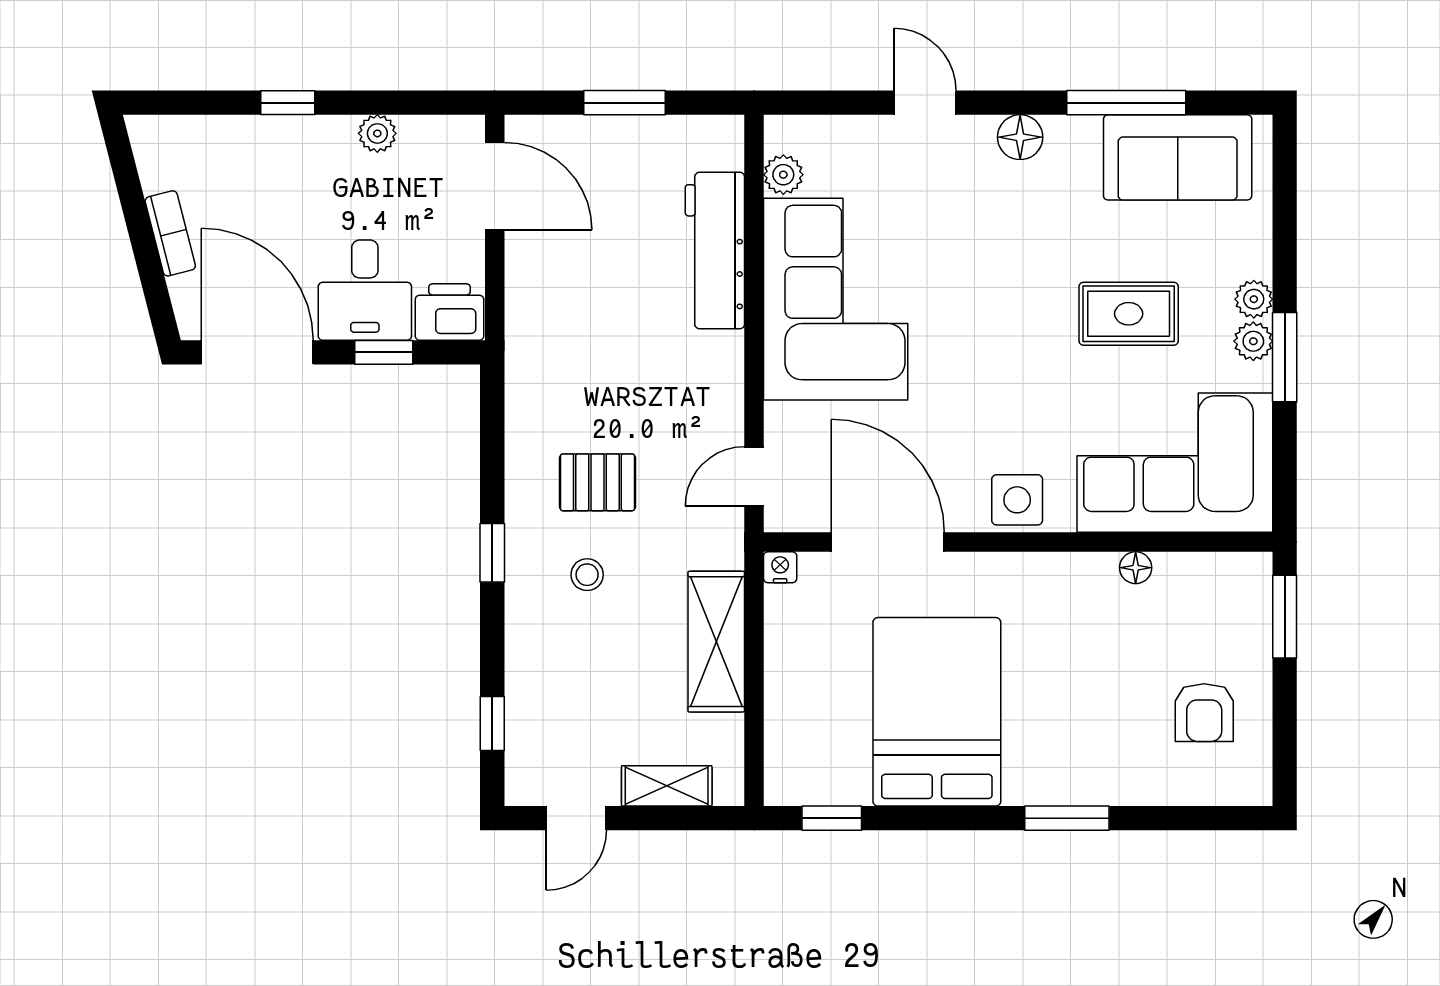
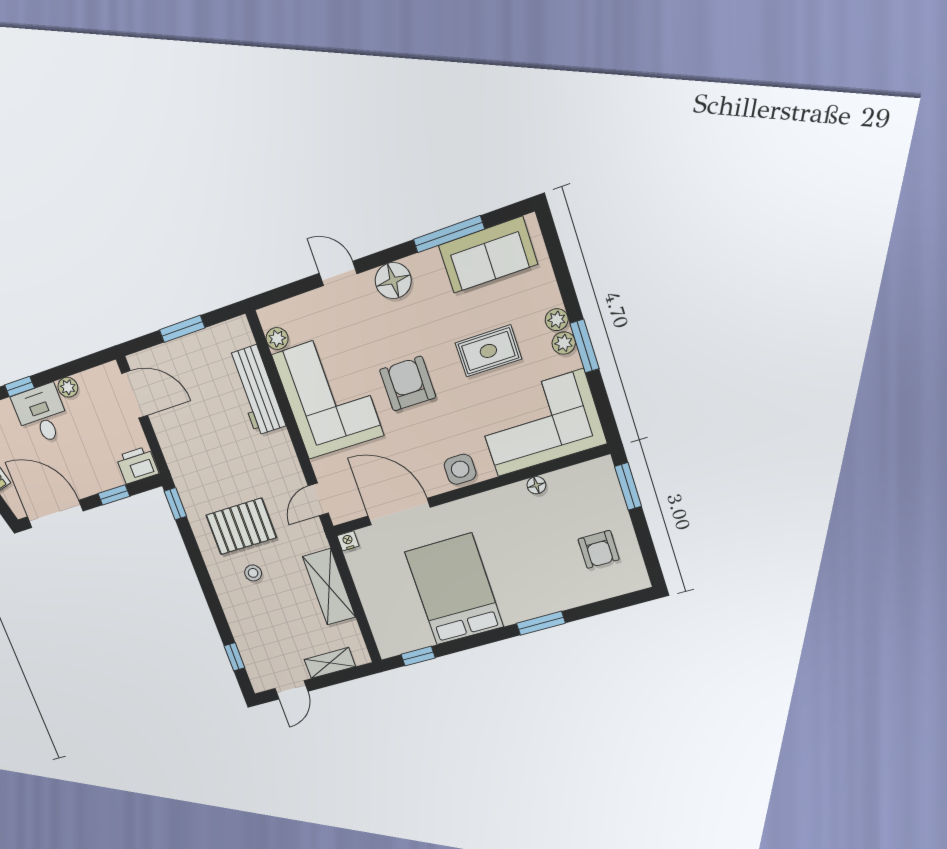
floor lamp: (1020, 137) -> (393, 281), width x1.38, depth x1.38
desk: (365, 290) -> (42, 414), moved, turned 180
armchair: (978, 324) -> (408, 384), added
pallet: (597, 482) -> (241, 526), width x1.50, depth x1.42
window: (492, 553) -> (175, 504), moved

